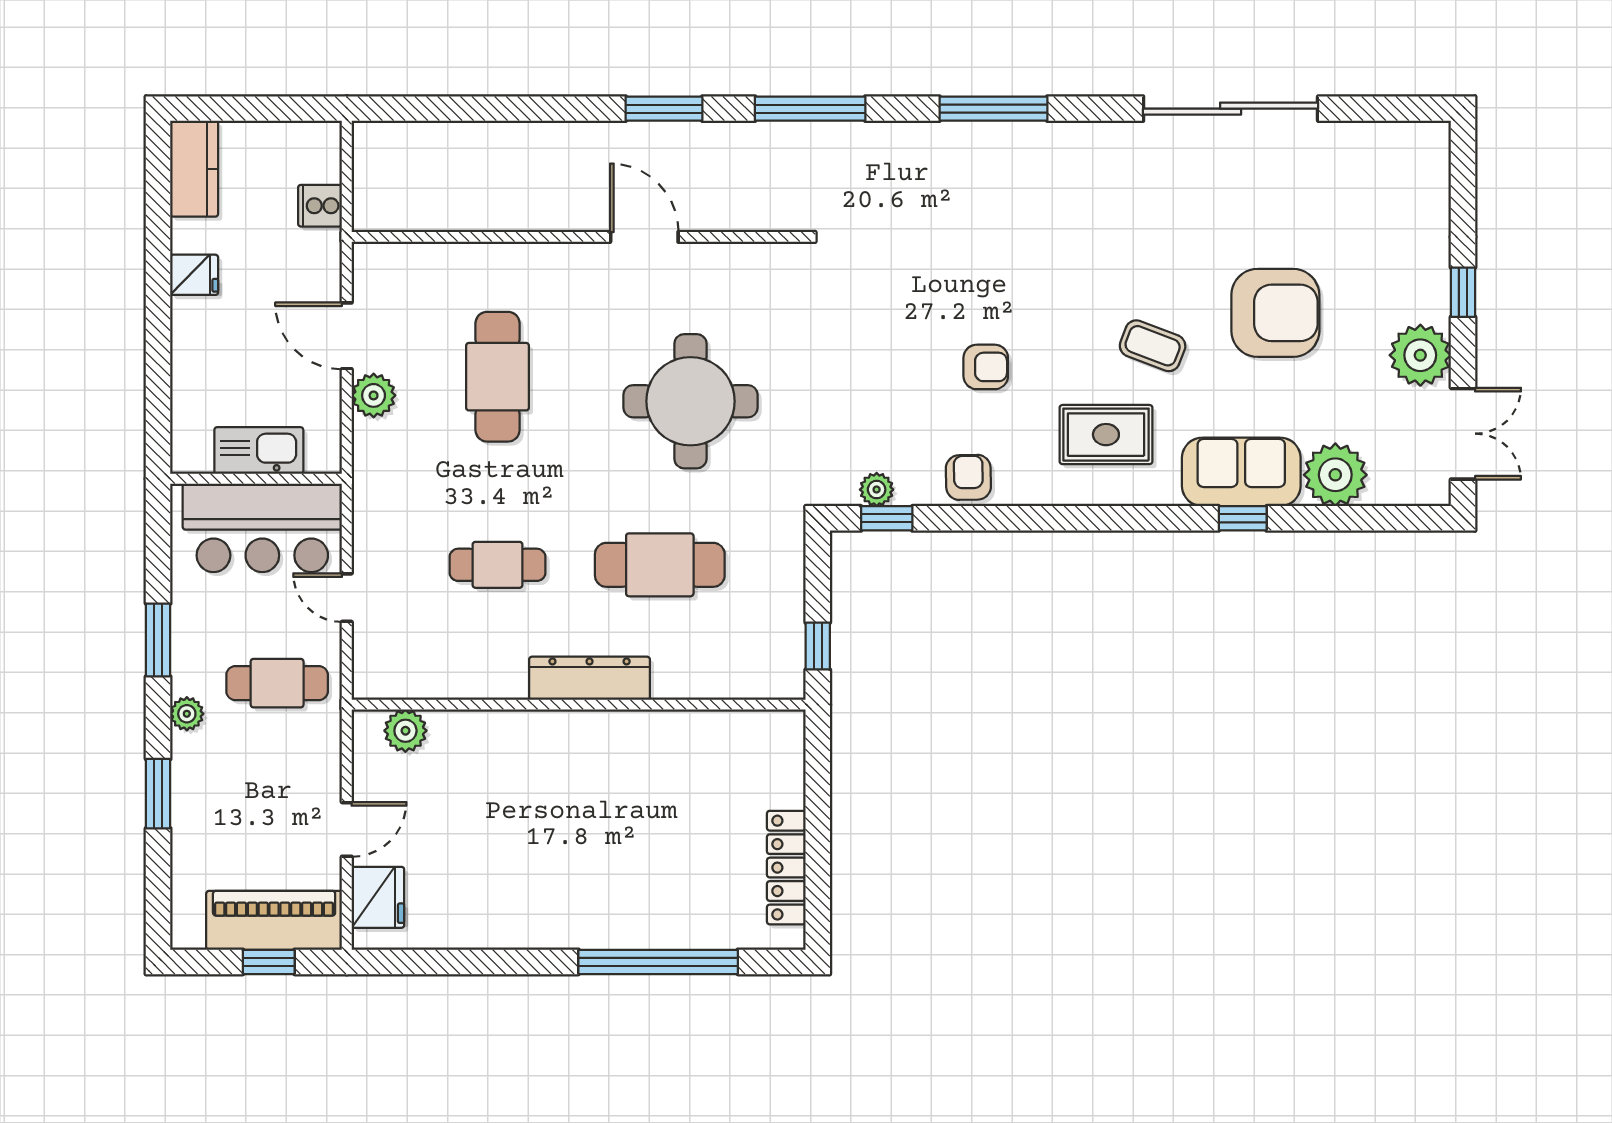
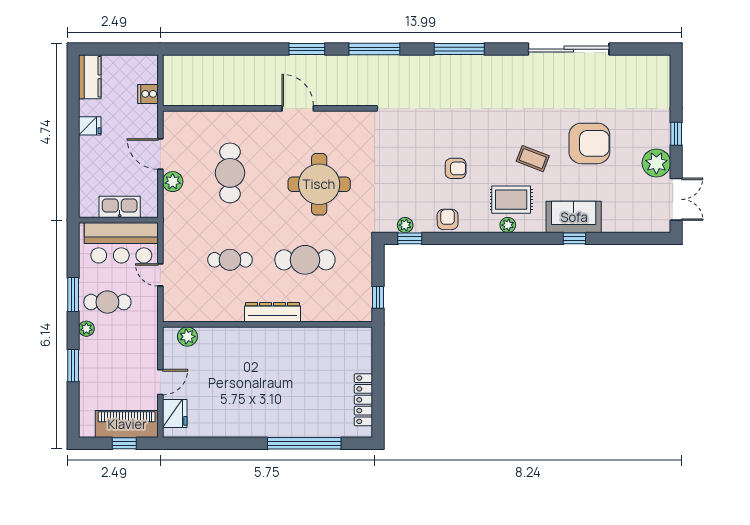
plant: (1335, 475) -> (508, 225), moved, width x0.53, depth x0.53
cafe table: (277, 683) -> (107, 302), moved

